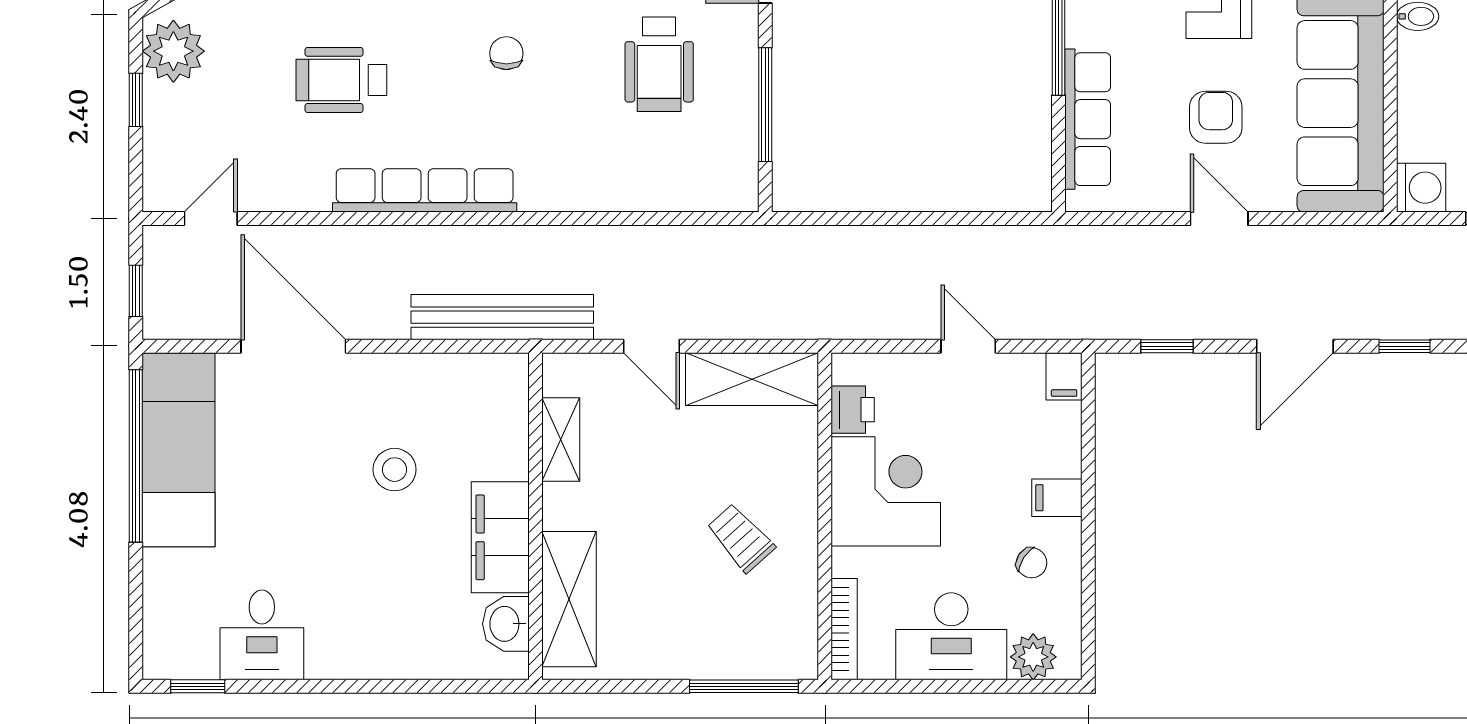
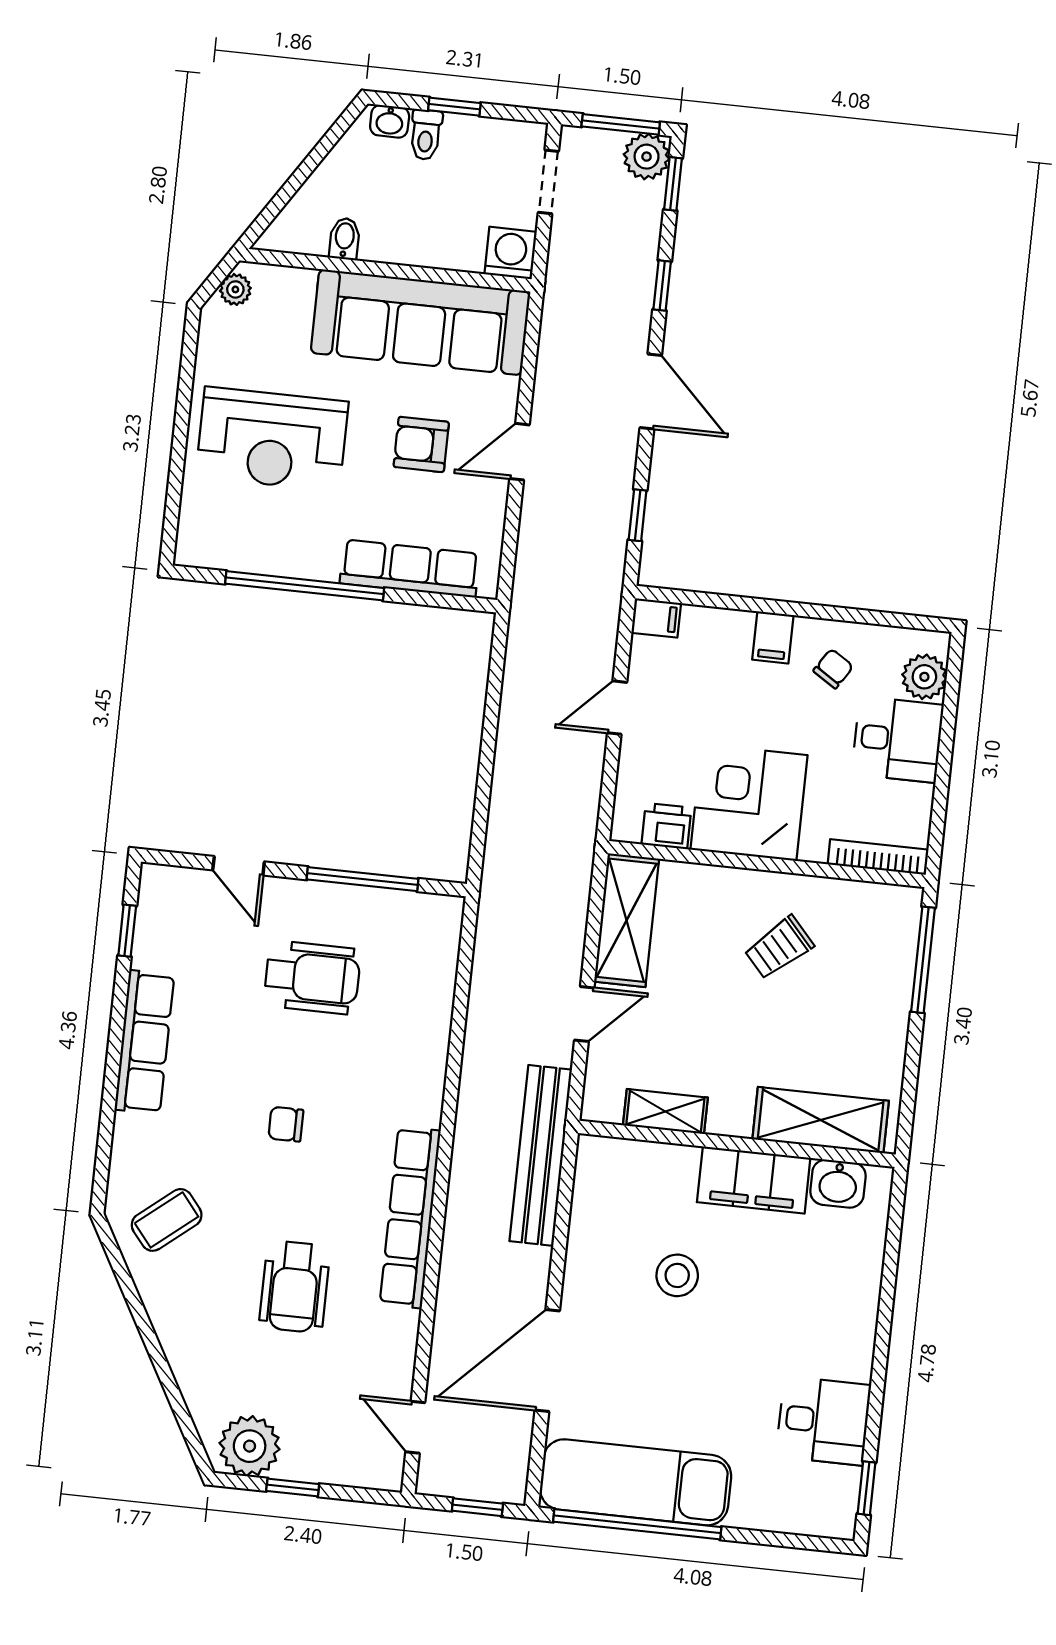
desk: (951, 636) -> (898, 739), width x0.73

